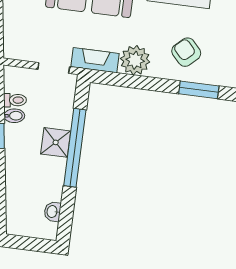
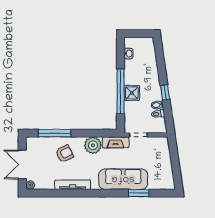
armchair: (186, 52) -> (65, 154), turned -74
window: (199, 90) -> (55, 133), width x1.44

